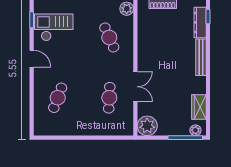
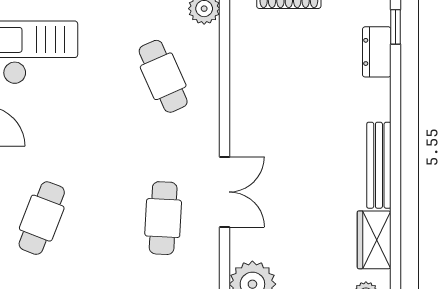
dresser: (200, 22) -> (377, 52), width x0.70
bench: (201, 57) -> (379, 165), moved

